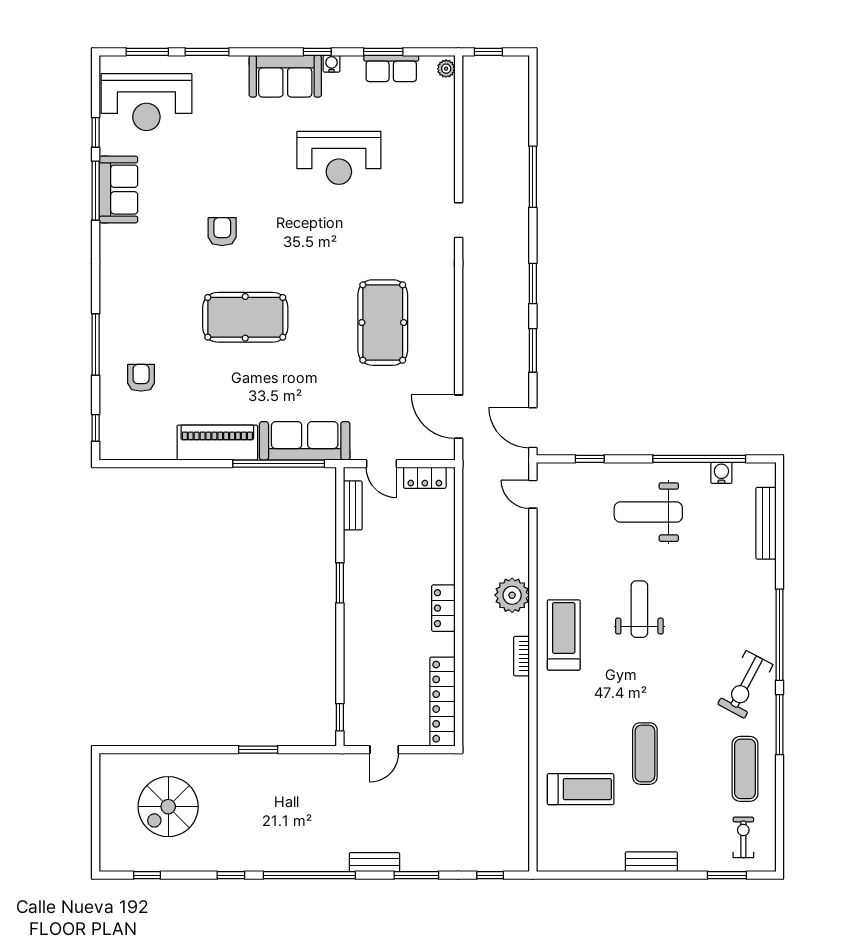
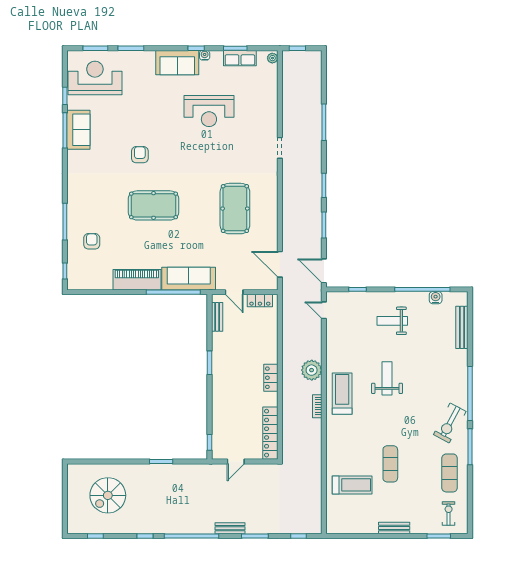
reception desk: (146, 102) -> (95, 78), turned 180
weight bench: (648, 512) -> (392, 321), width x0.73, depth x0.75

